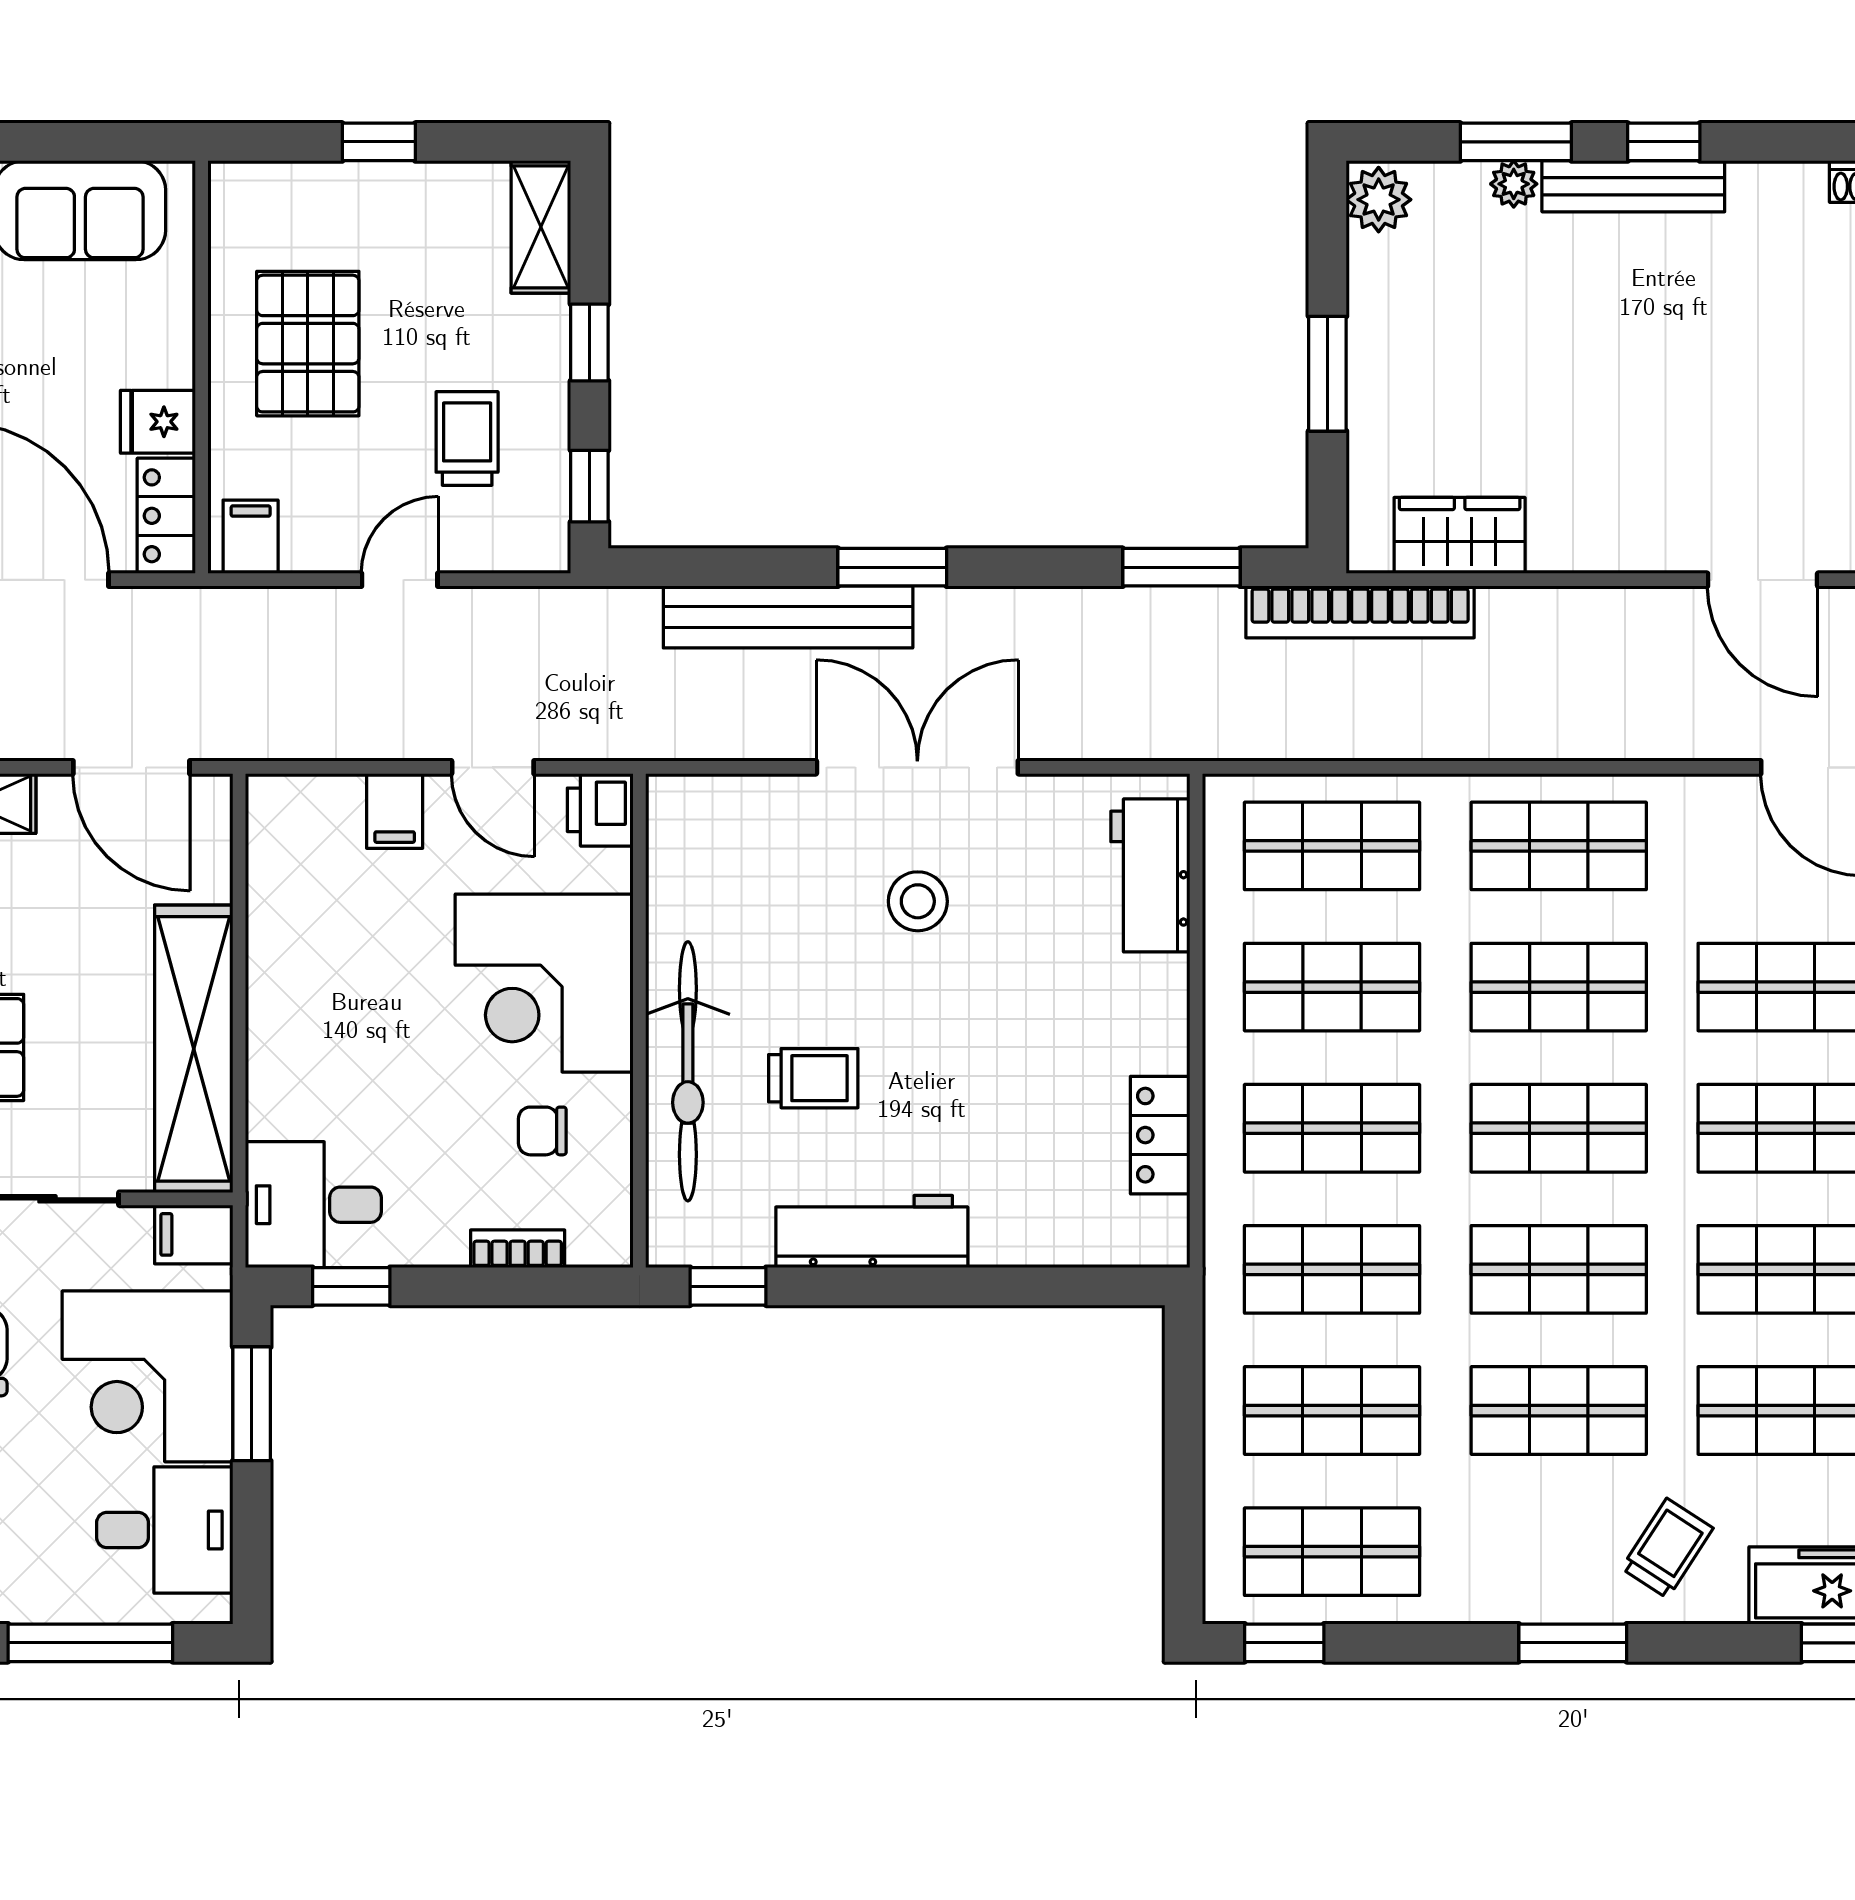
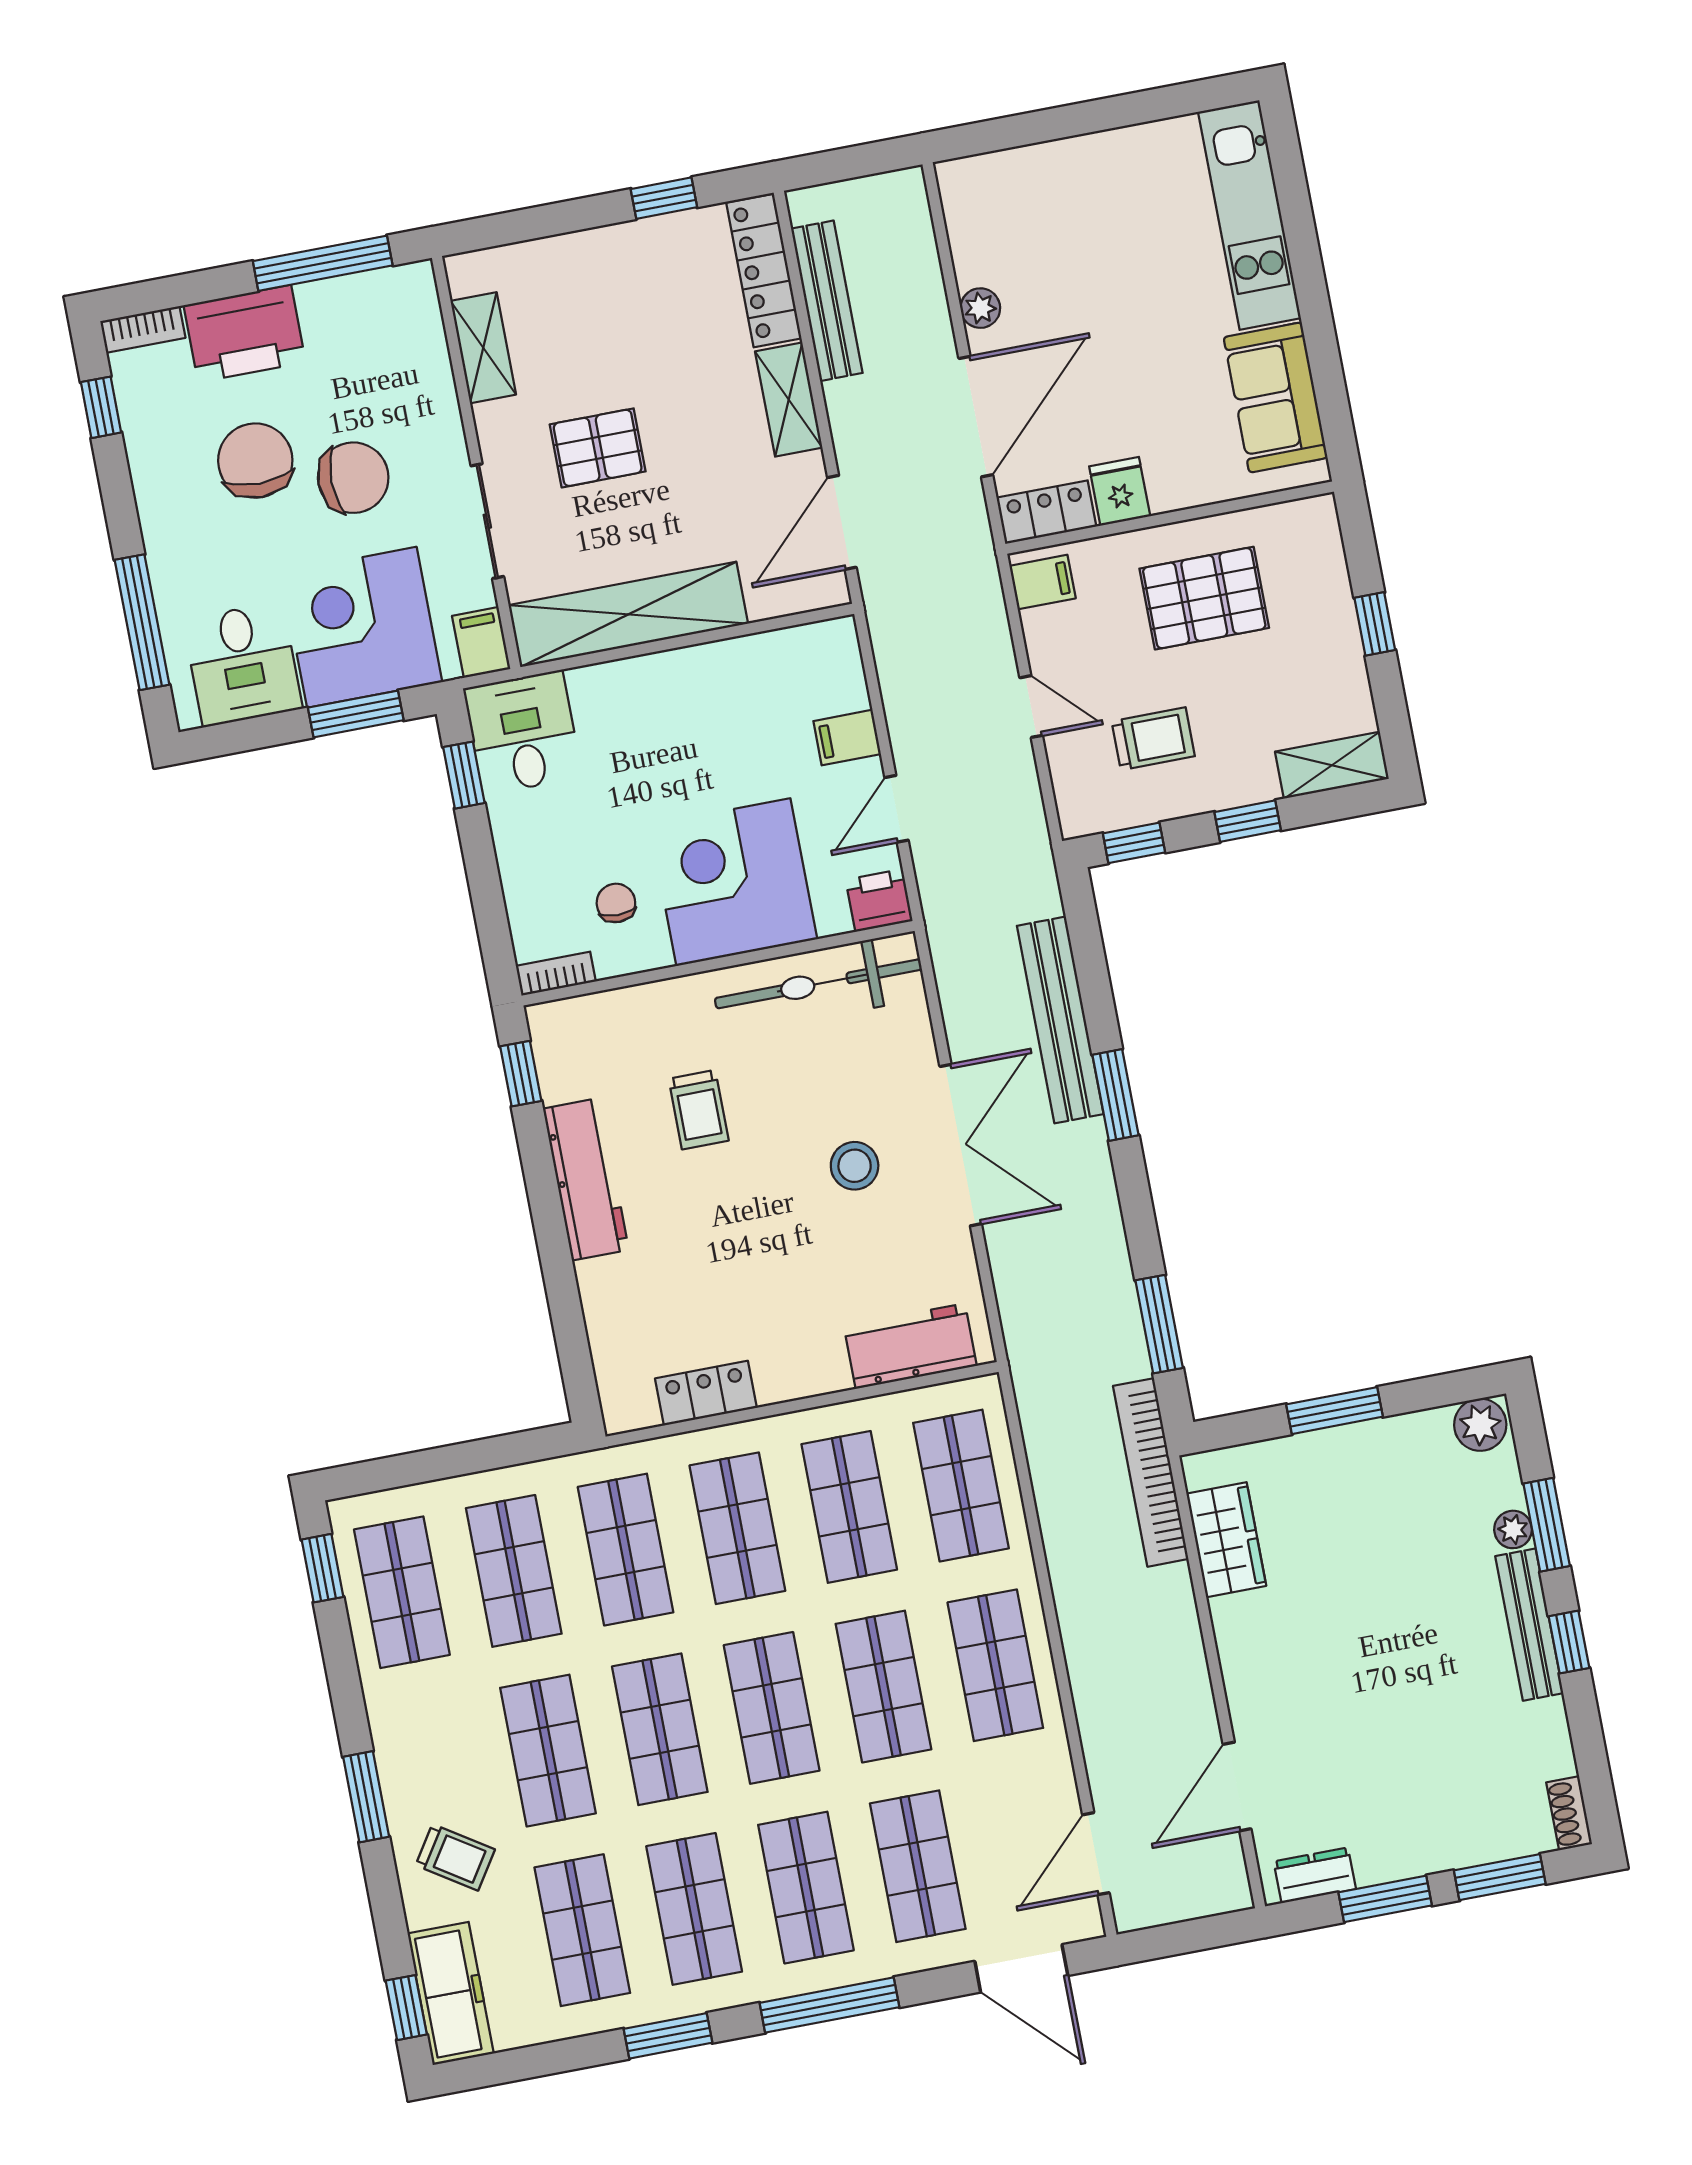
bicycle: (688, 1071) -> (818, 984), moved
bookcase: (518, 1249) -> (556, 974), moved, turned -90

